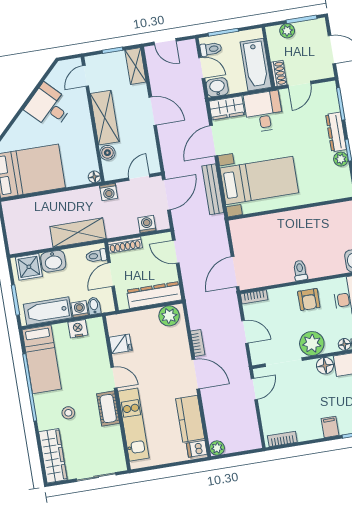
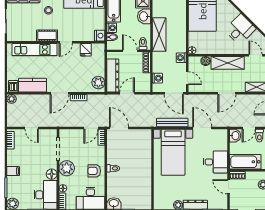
wardrobe: (227, 108) -> (221, 139), removed
door: (176, 252) -> (127, 93), moved
nightstand: (78, 329) -> (100, 36), moved
door: (245, 332) -> (91, 128), moved
door: (254, 389) -> (32, 128), moved

